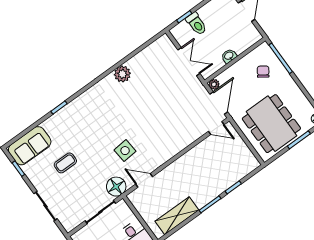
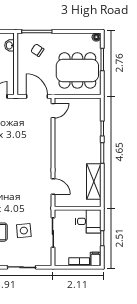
washbasin: (229, 56) -> (10, 45), moved
plant: (214, 84) -> (22, 90), removed
side table: (125, 151) -> (24, 231), moved
door: (144, 180) -> (53, 187), swing flipped
floor lamp: (116, 187) -> (43, 209), removed

